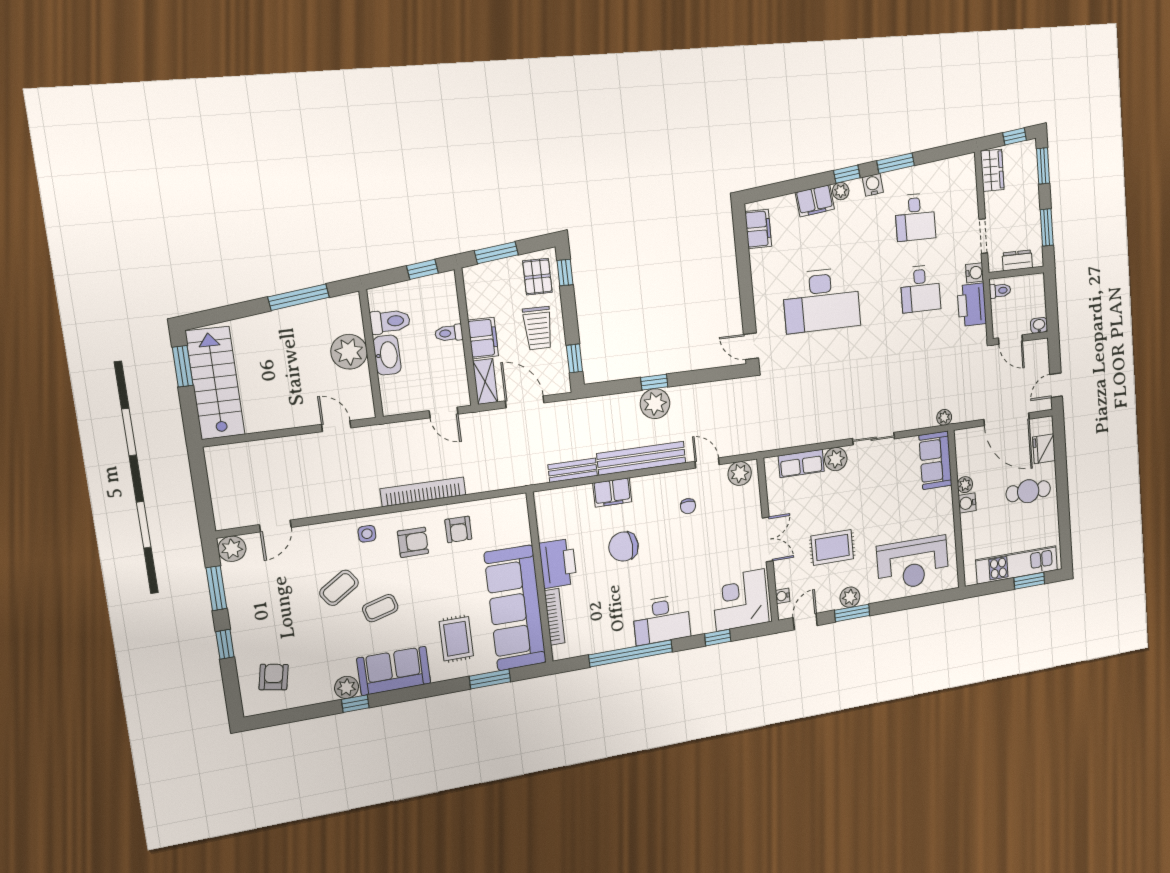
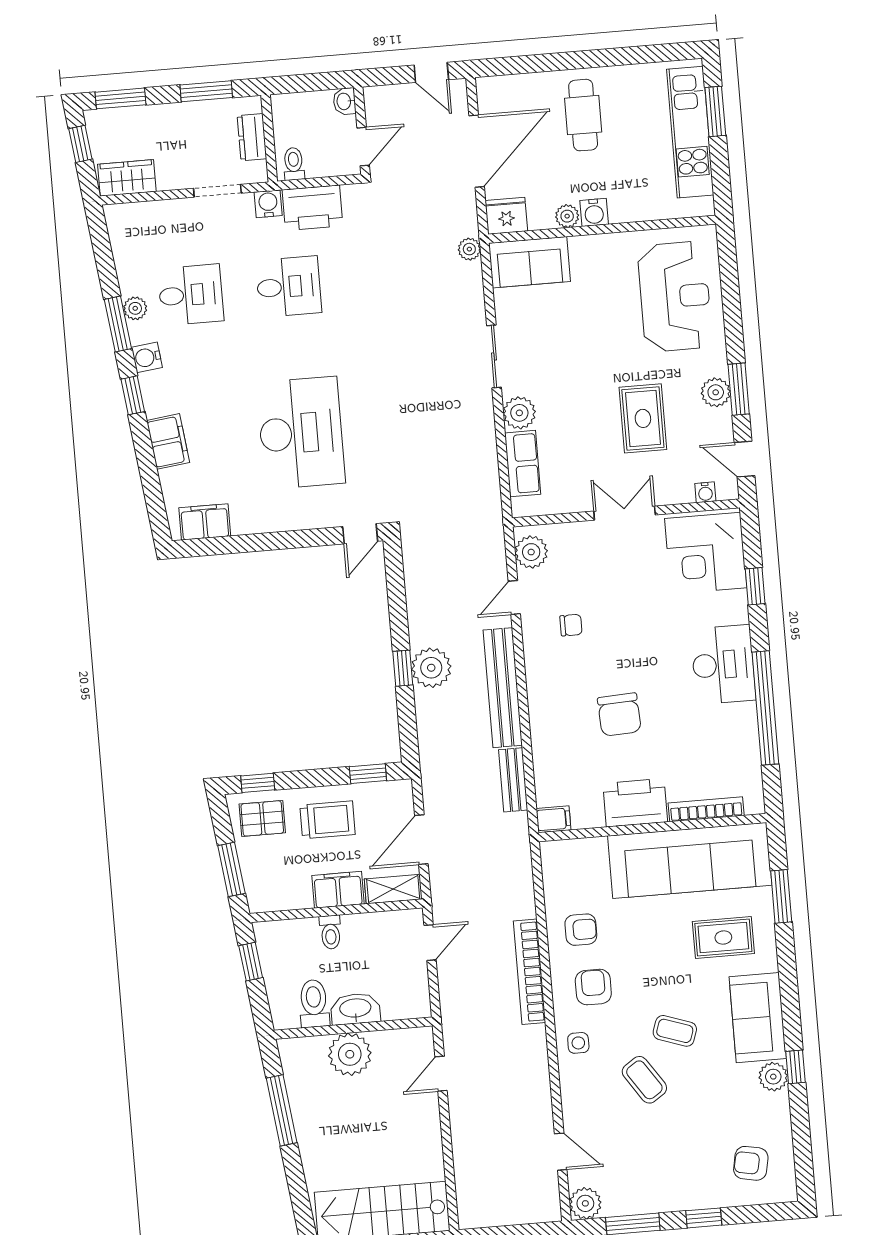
plant: (841, 191) -> (135, 308), moved
fridge: (1044, 449) -> (506, 216), moved, turned 180
filing cabinet: (612, 492) -> (554, 819), moved, width x0.50
coffee table: (380, 608) -> (675, 1031), turned -55

